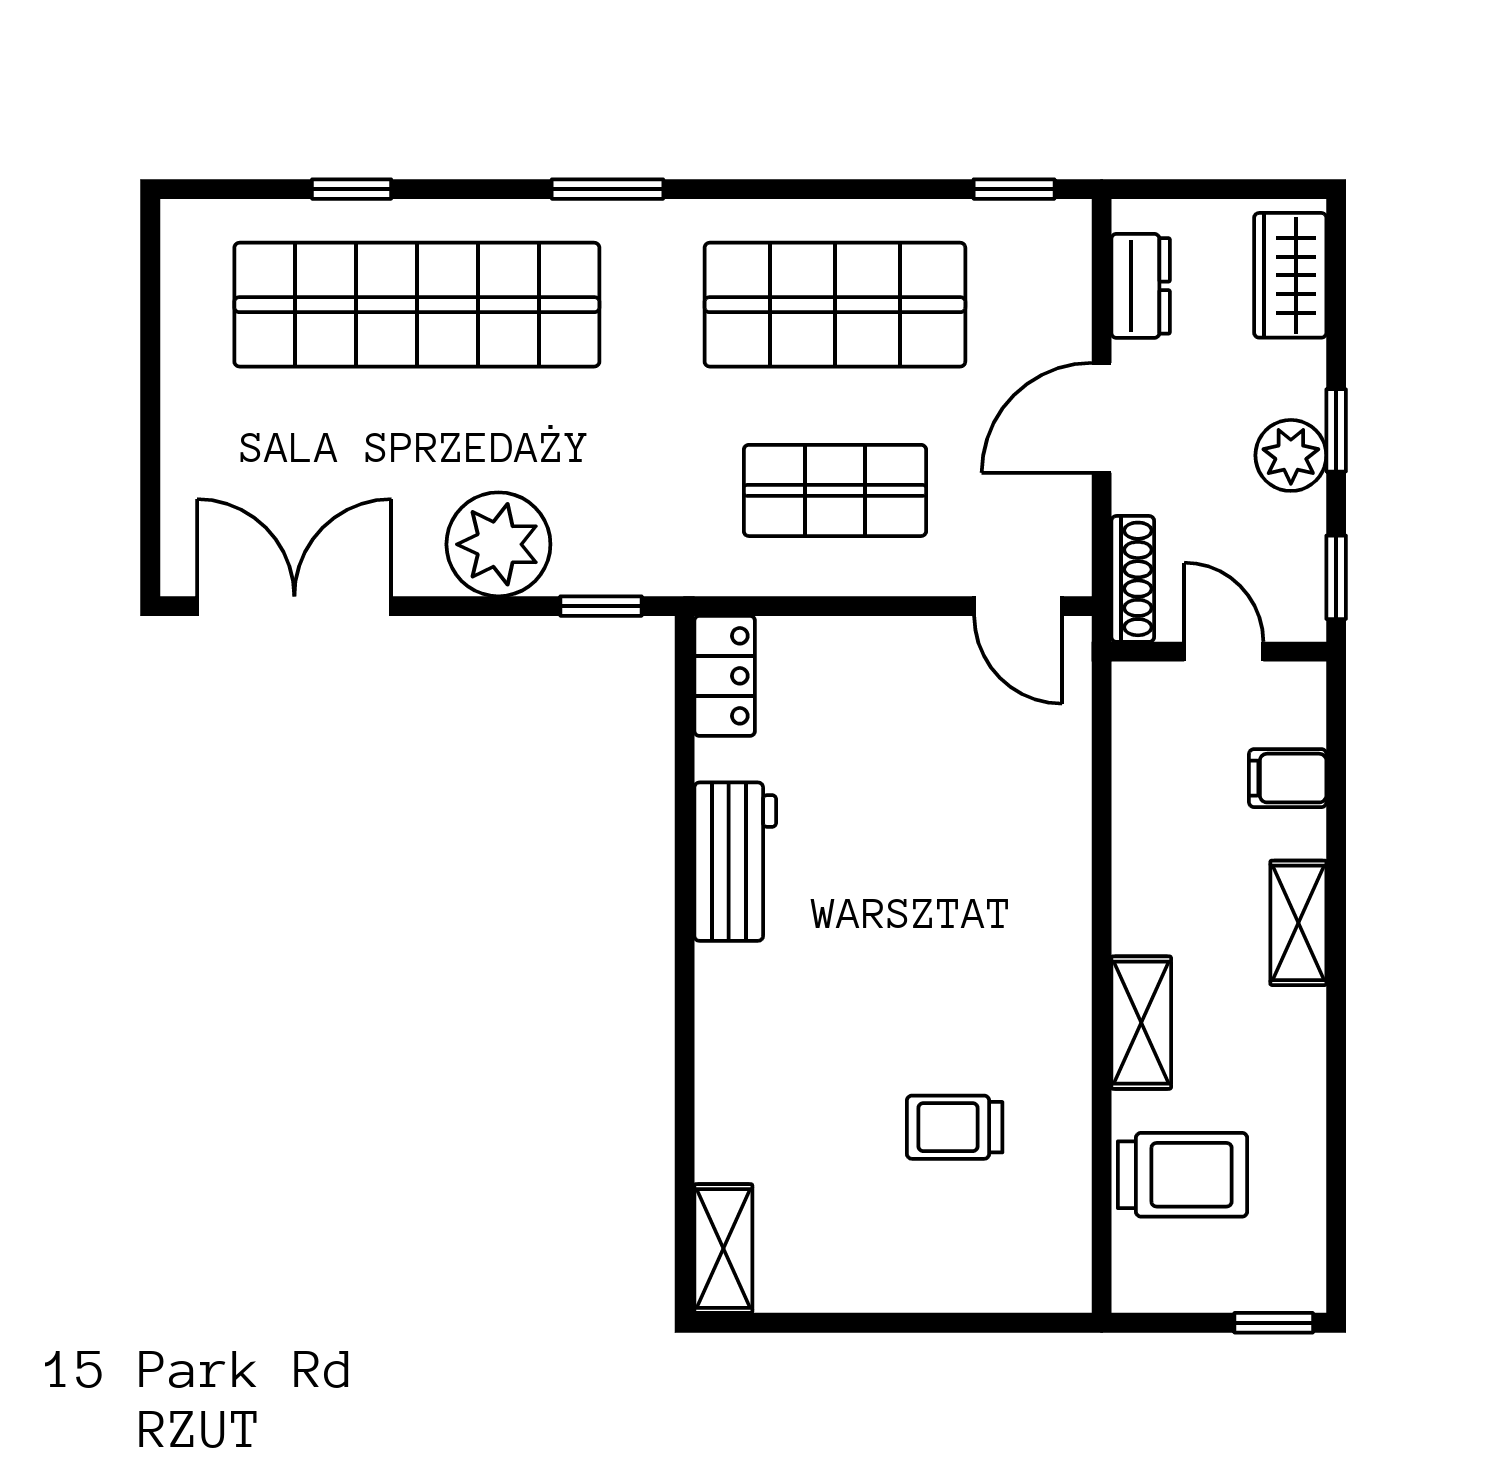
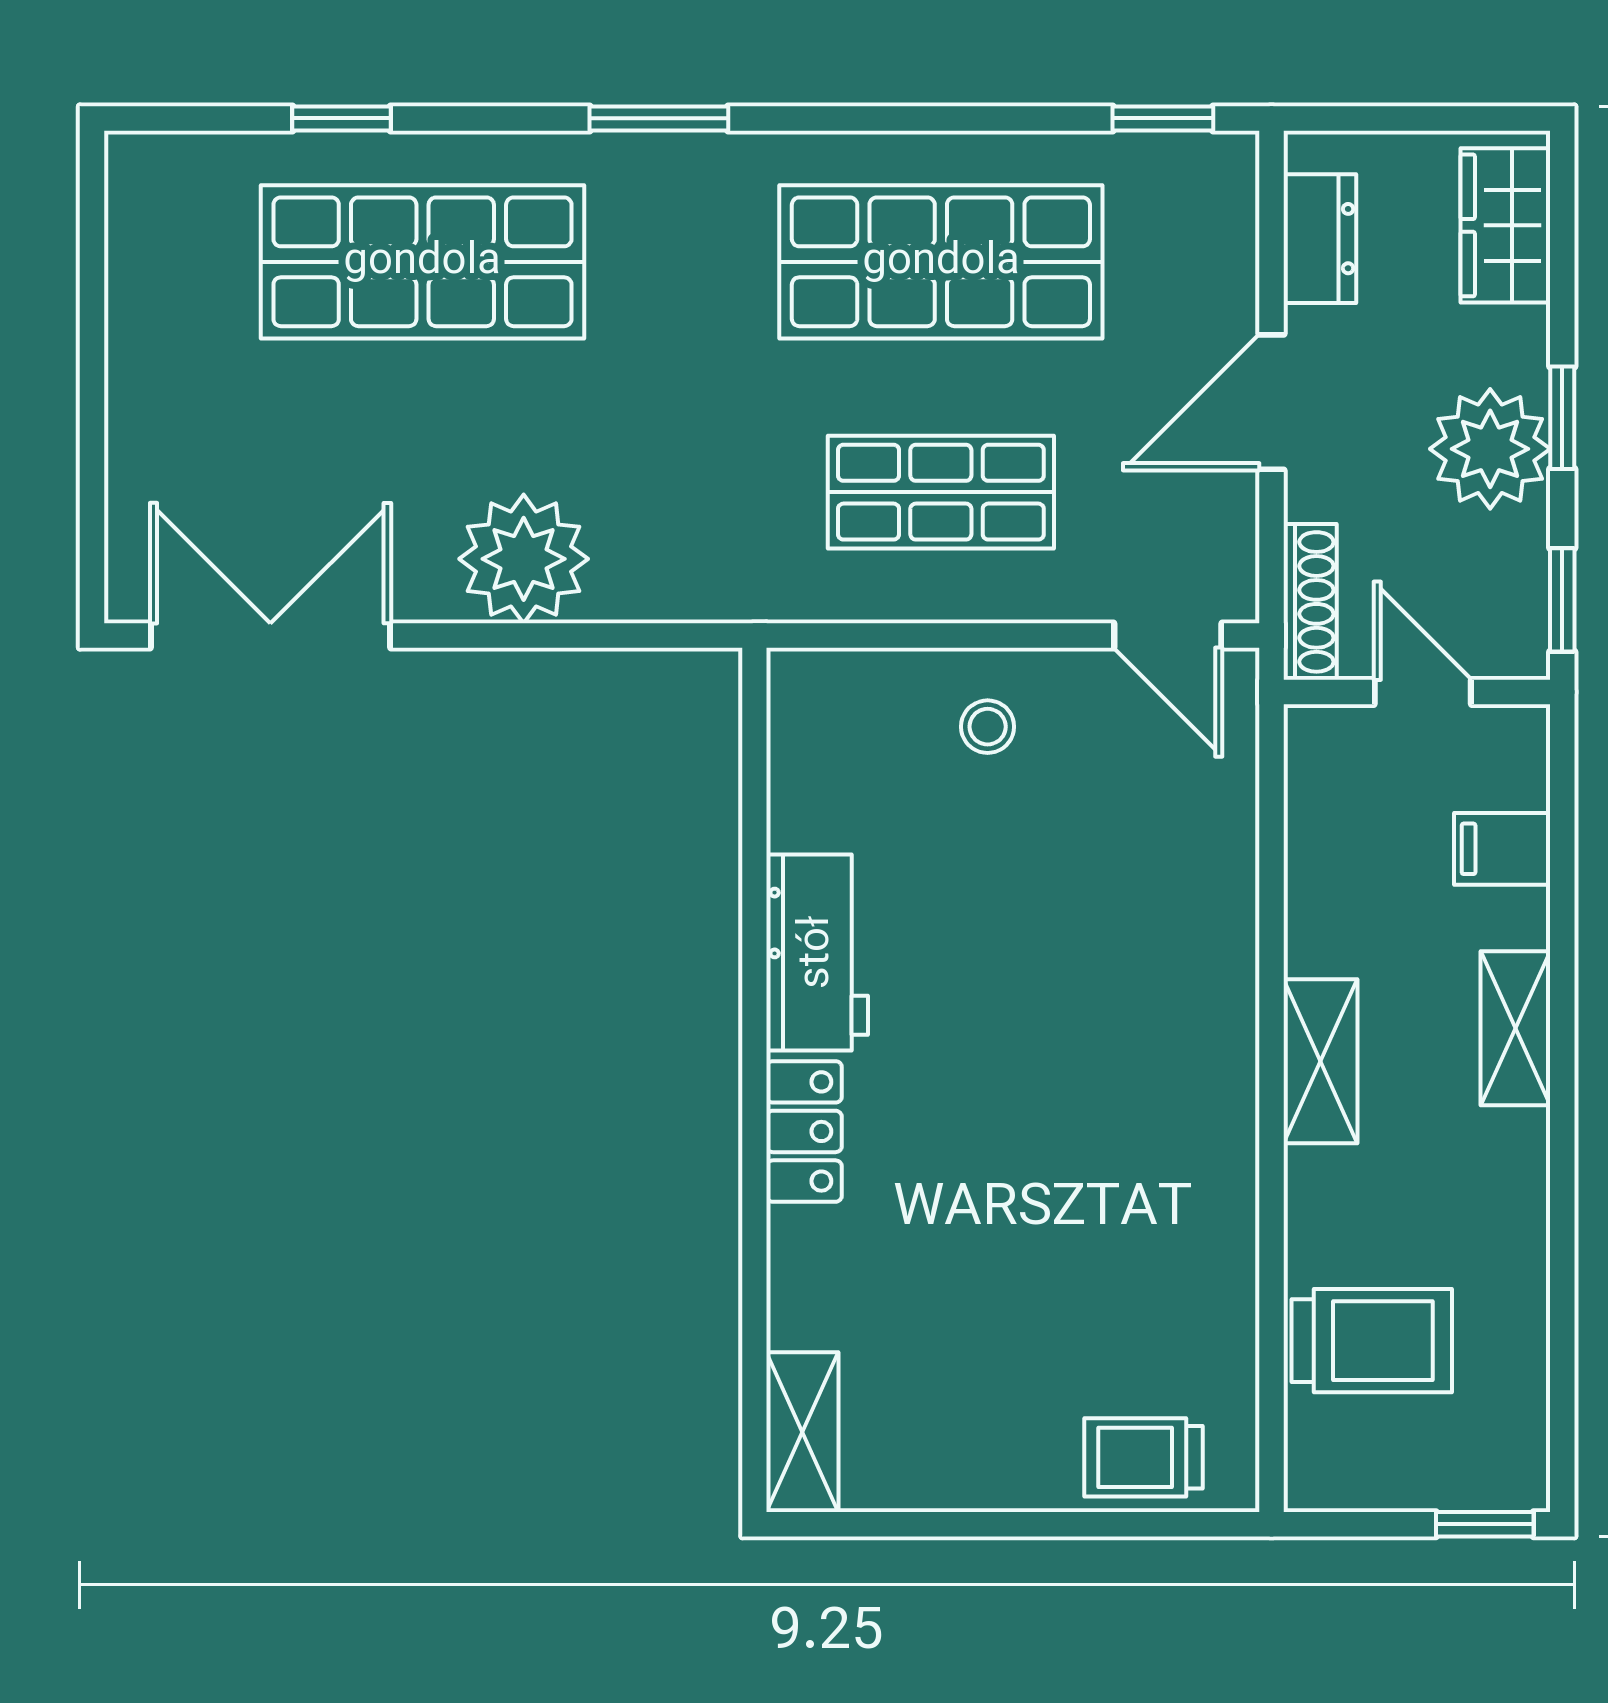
shop shelf: (417, 305) -> (422, 262), width x0.71
plant: (1291, 455) -> (1490, 449), width x1.36, depth x1.36
window: (601, 606) -> (651, 636), removed
locker: (725, 676) -> (804, 1131), moved
stool: (873, 680) -> (988, 727), added
shelving: (1141, 1023) -> (1321, 1061), moved
trolley: (955, 1127) -> (1143, 1457), moved

